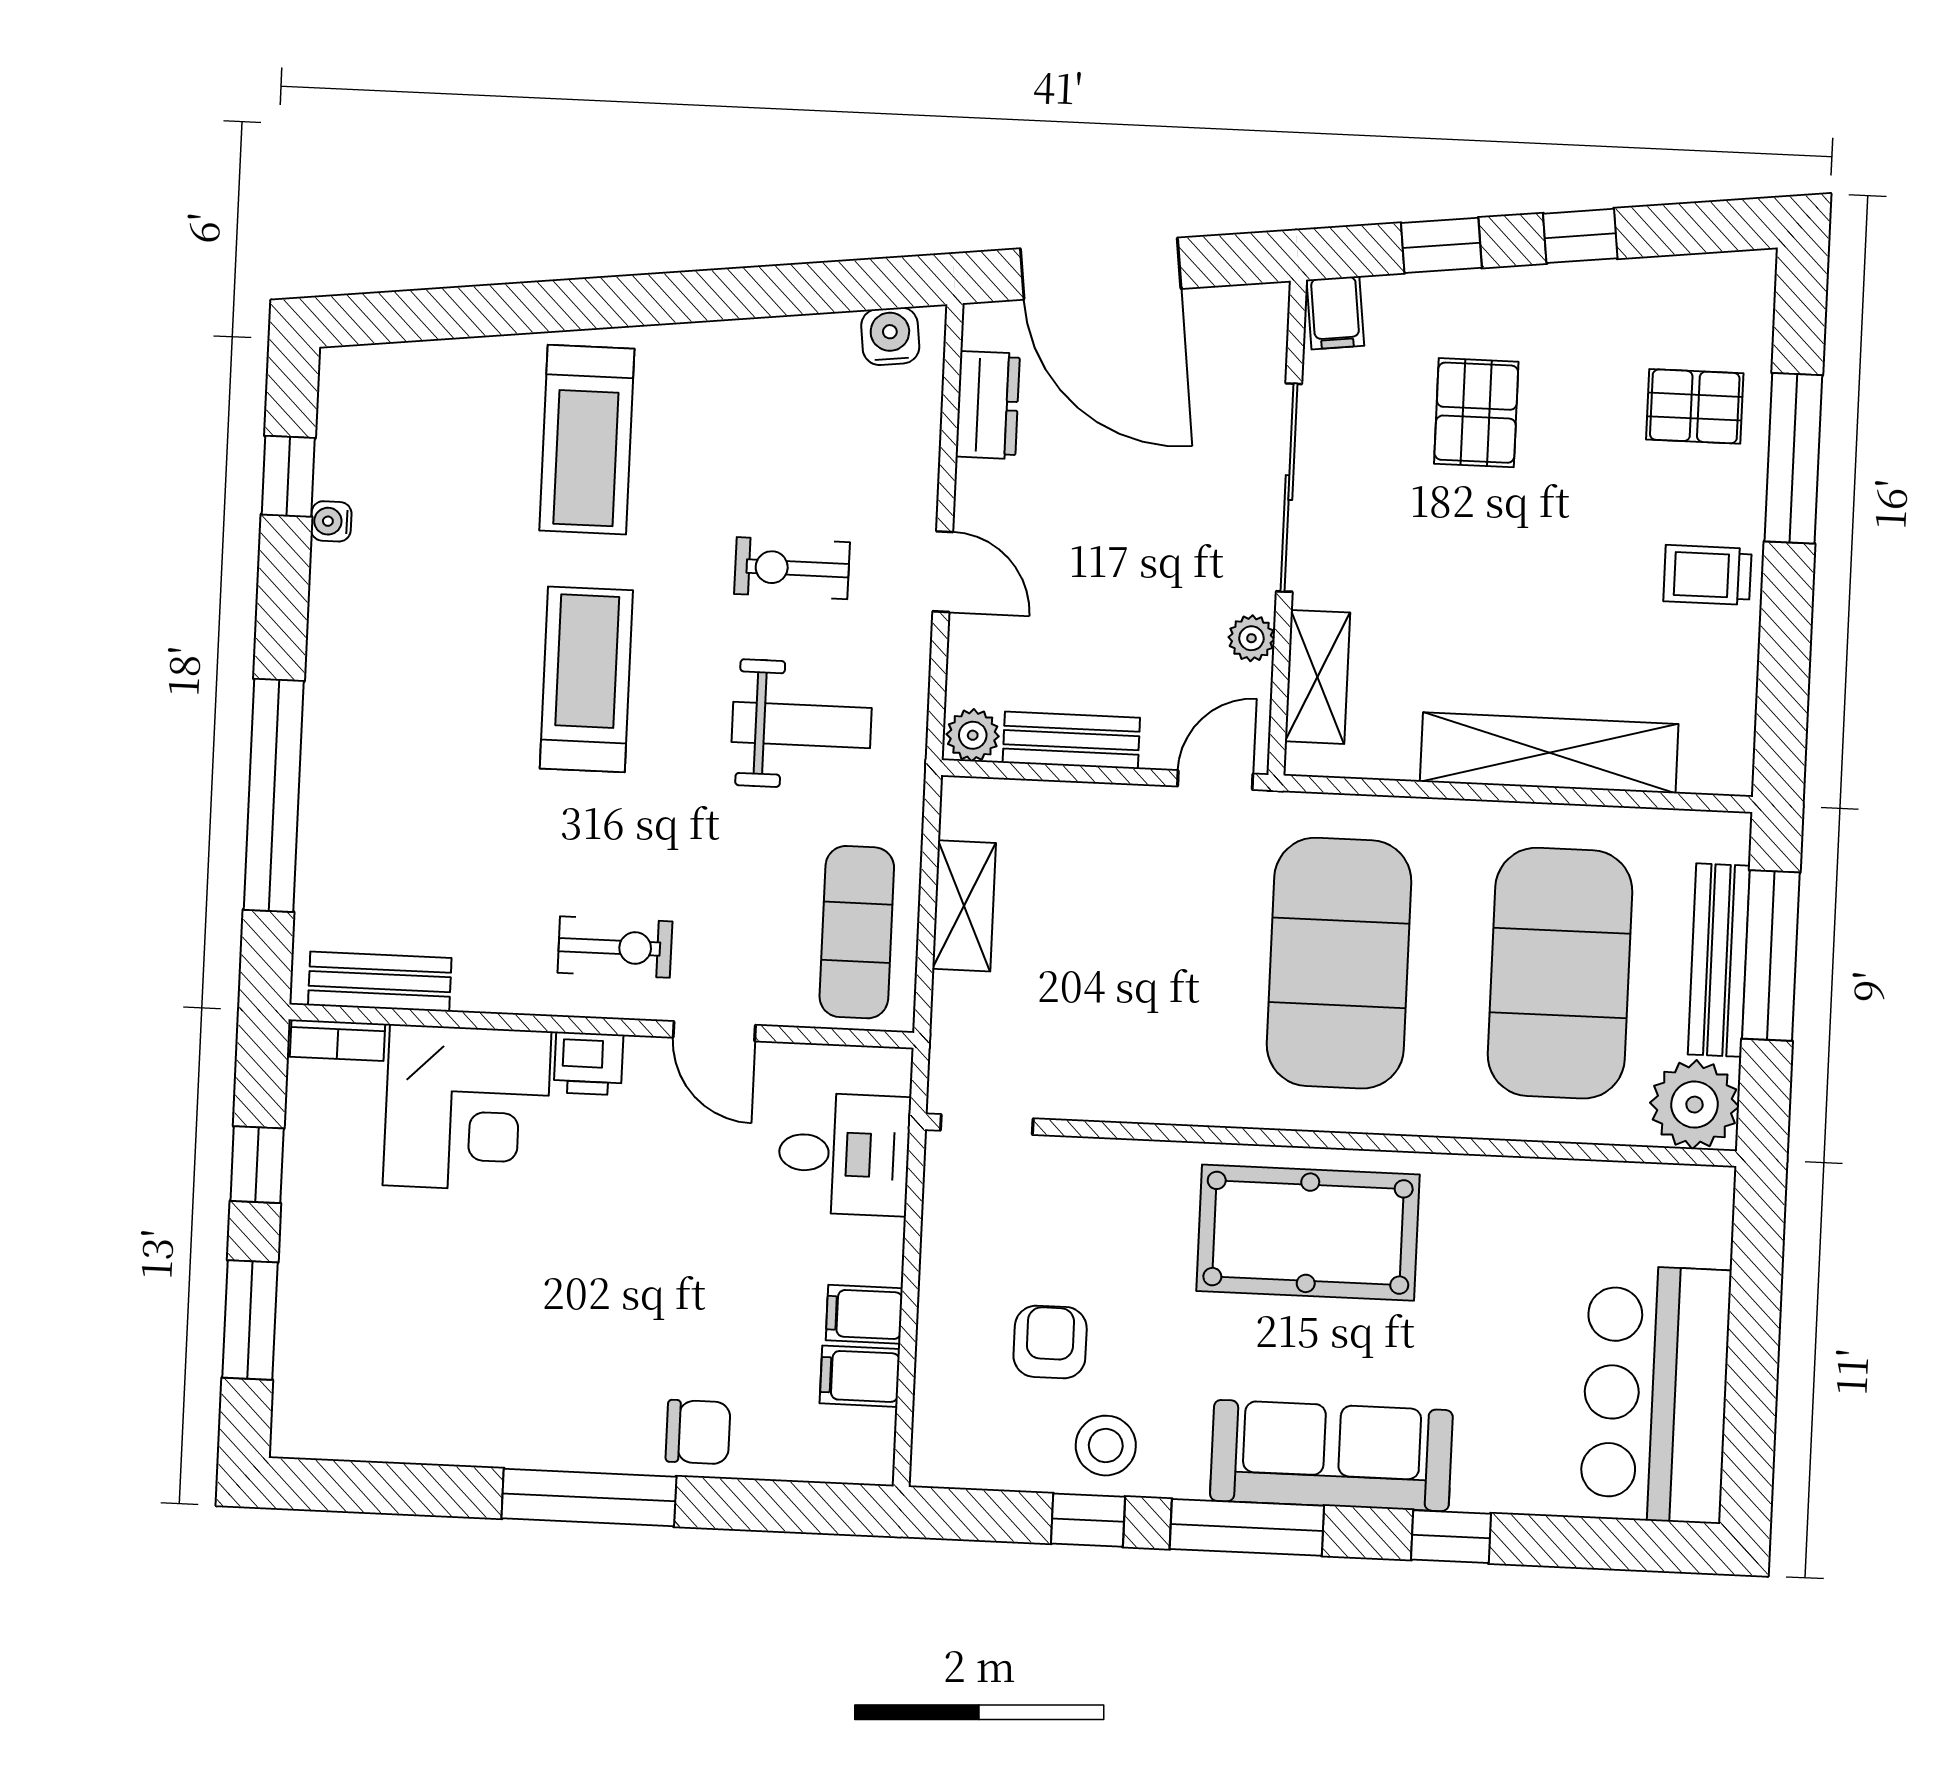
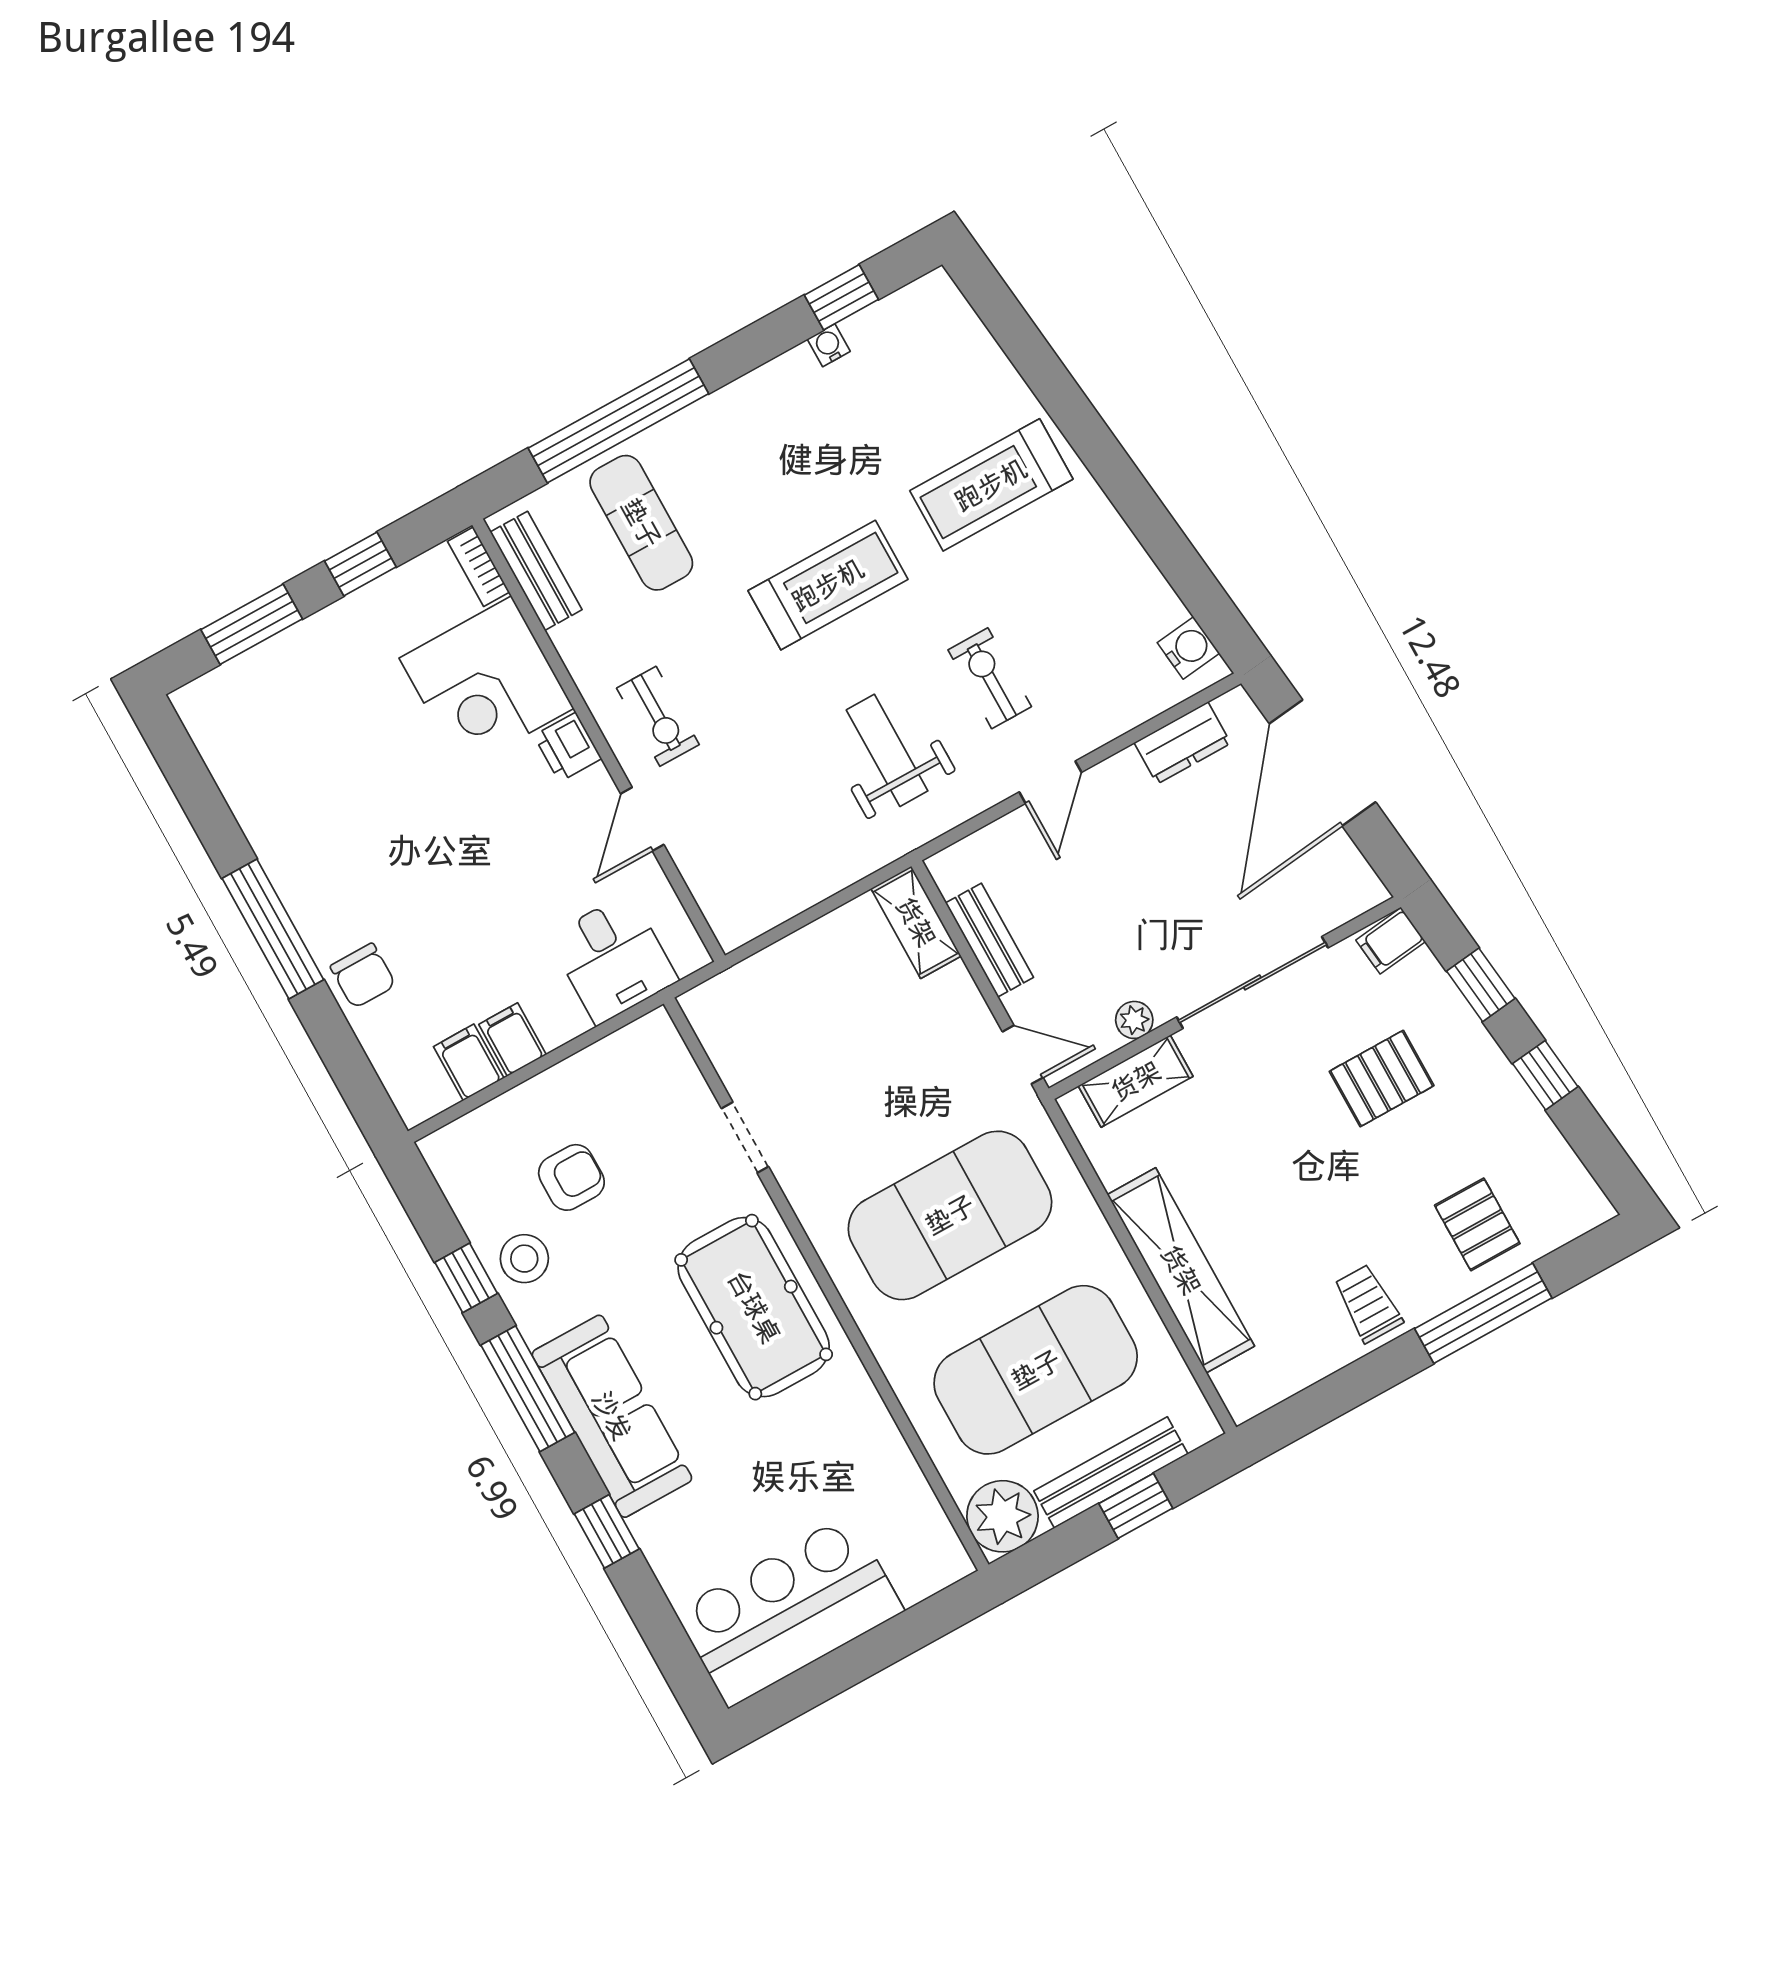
weight bench: (802, 725) -> (887, 750), turned 180
plant: (973, 735) -> (952, 871), removed
shelving: (964, 906) -> (916, 922), moved, turned 90
exercise mat: (857, 932) -> (641, 523), moved, turned 90
window: (1771, 956) -> (1136, 1506), width x0.46
doorway: (987, 1125) -> (745, 1138), moved

